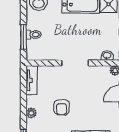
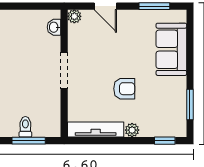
tv unit: (32, 80) -> (96, 130), width x1.41

